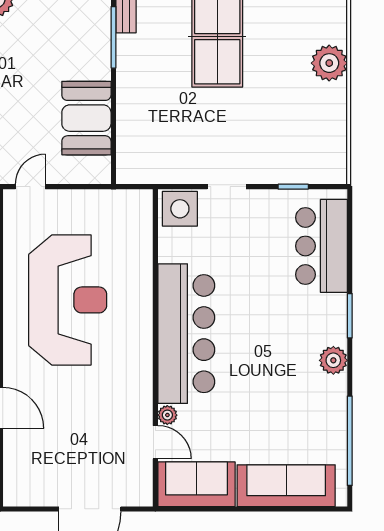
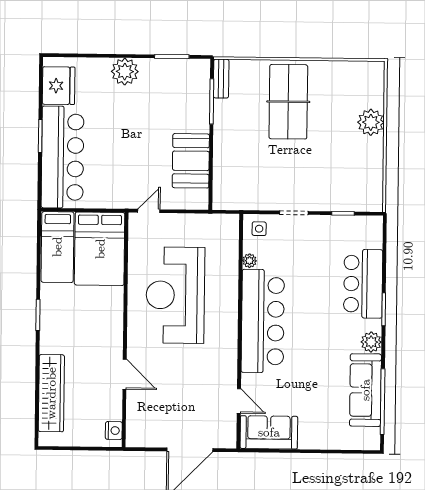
side table: (180, 209) -> (259, 229), width x0.54, depth x0.54
bar counter: (321, 246) -> (363, 284), moved
reception desk: (68, 300) -> (175, 295), turned 180
plant: (167, 415) -> (250, 261), moved
sofa: (286, 486) -> (365, 390), moved, turned -90

